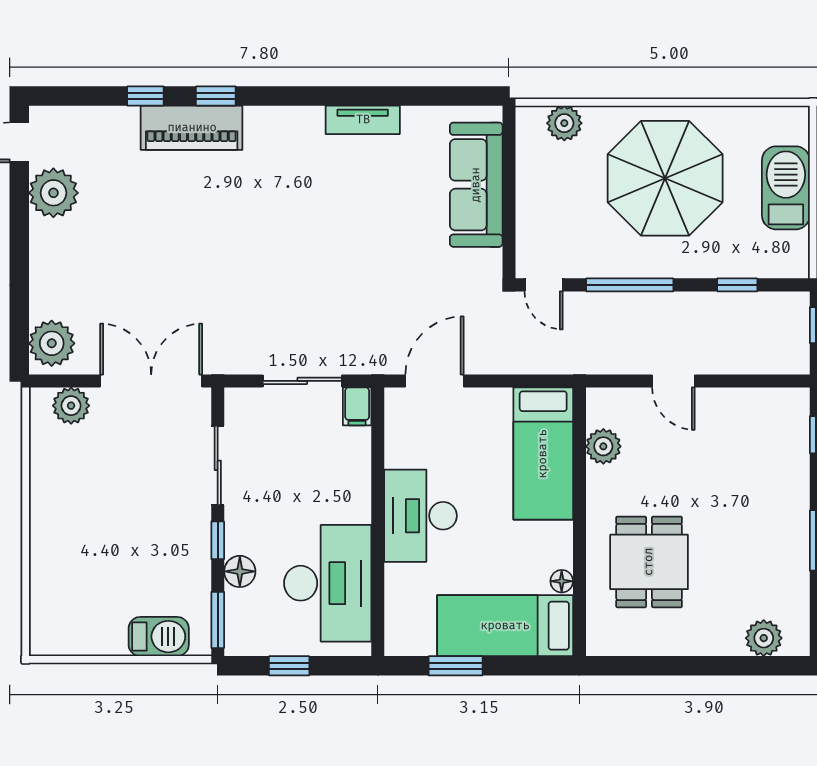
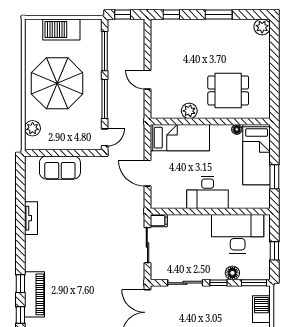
sofa: (476, 185) -> (60, 168), width x0.73
window: (737, 285) -> (105, 51), width x2.17
door: (434, 381) -> (147, 173), moved
door: (673, 381) -> (147, 80), swing flipped
plant: (603, 446) -> (189, 111), moved
plant: (764, 638) -> (262, 27), moved

